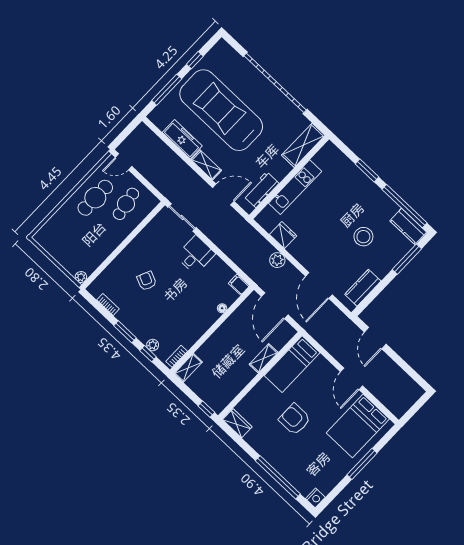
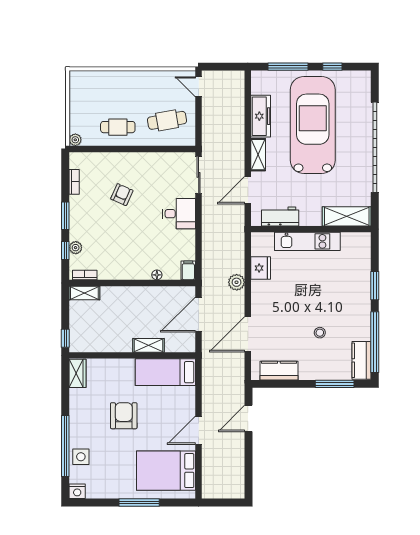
door: (223, 194) -> (248, 190), swing flipped
cafe table: (95, 198) -> (118, 127), moved, width x0.73, depth x0.74
stool: (363, 237) -> (320, 333), width x0.53, depth x0.53
side table: (295, 474) -> (81, 457), added

